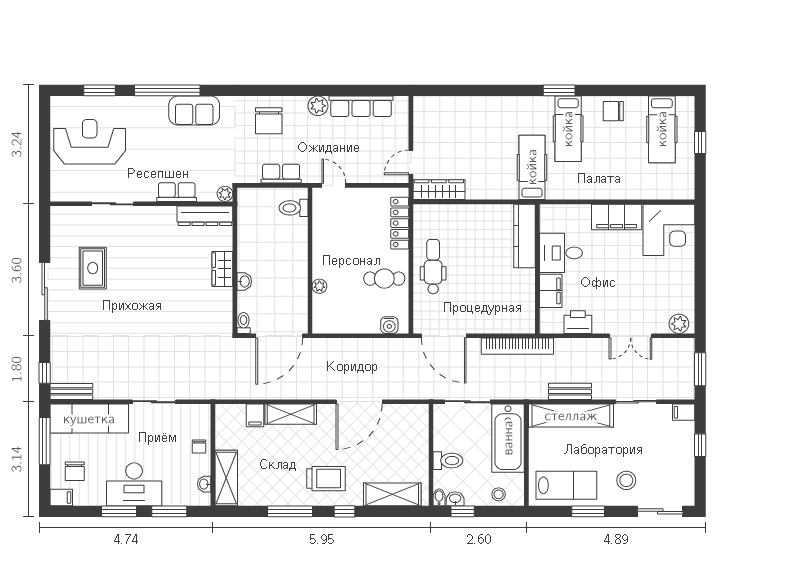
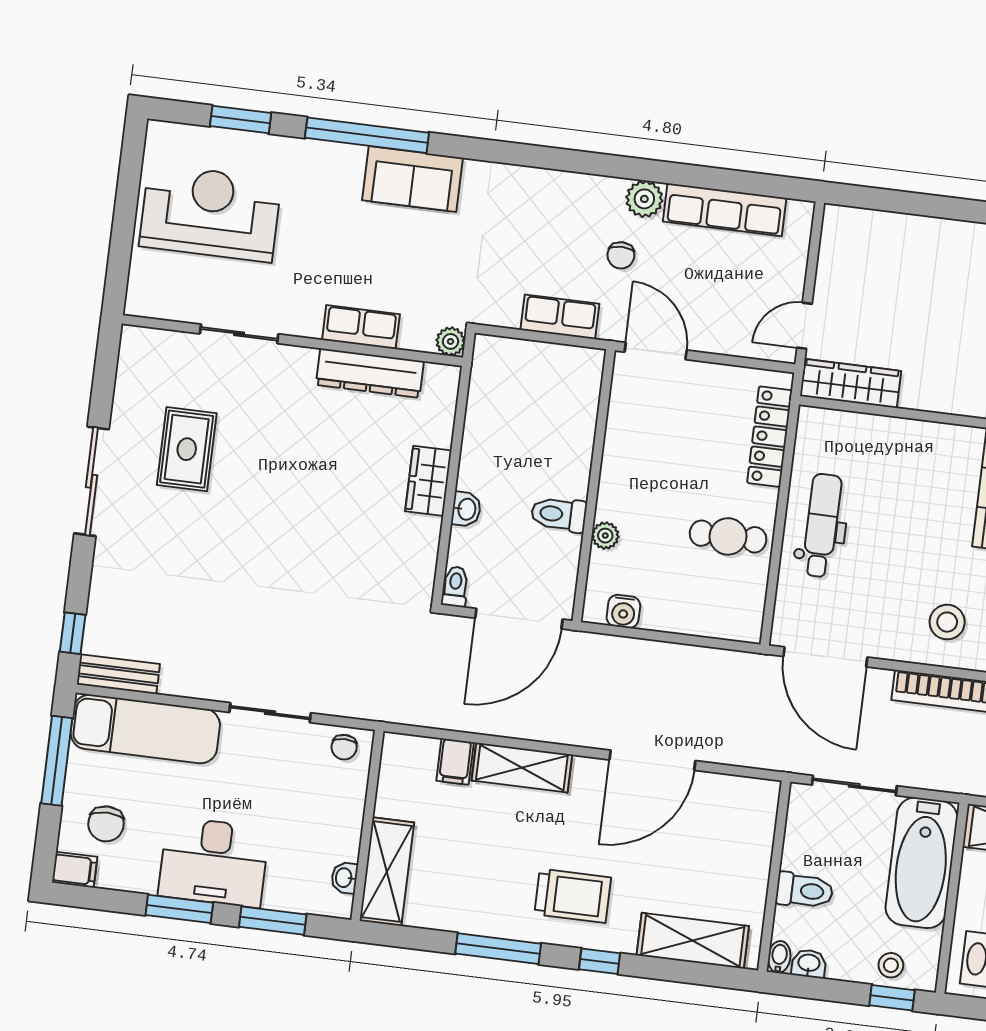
chair: (269, 121) -> (621, 255), moved, width x0.54, depth x0.54
door: (334, 185) -> (656, 351), width x1.38
toilet: (294, 208) -> (559, 514), moved
dresser: (205, 216) -> (370, 373), moved
stool: (506, 309) -> (947, 622), added
water cooler: (389, 325) -> (623, 611), moved
chair: (199, 446) -> (344, 747), moved
window: (463, 511) -> (892, 998), moved

